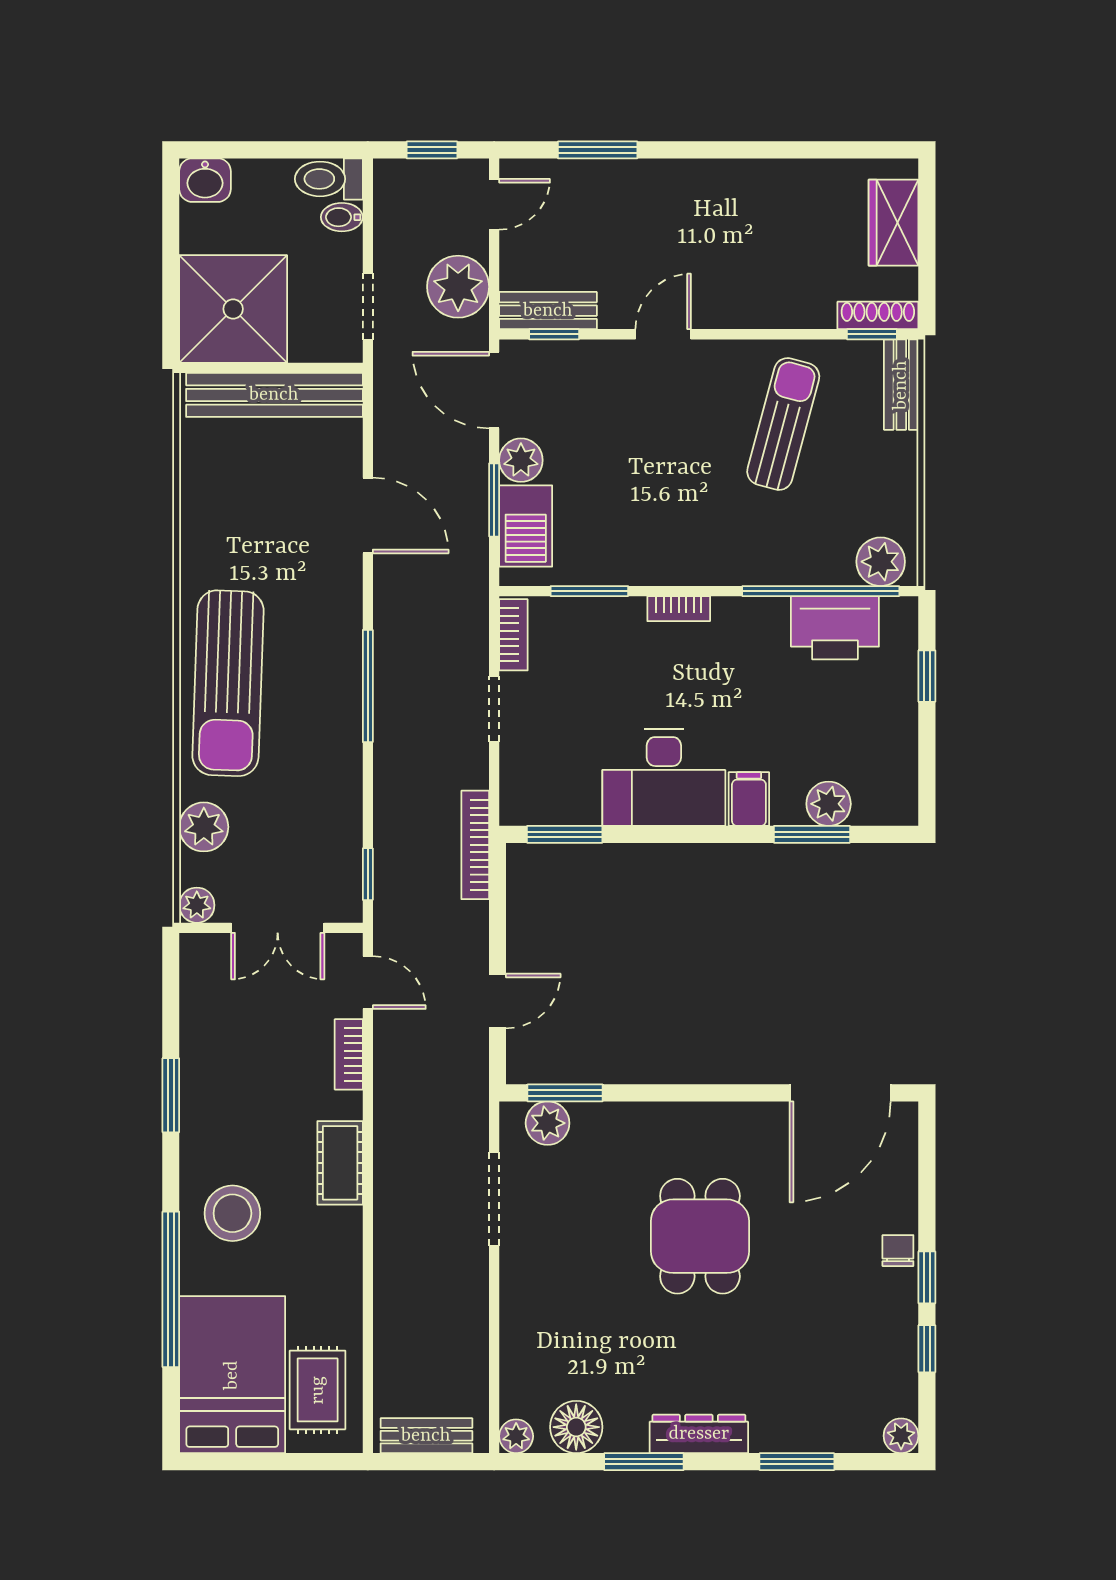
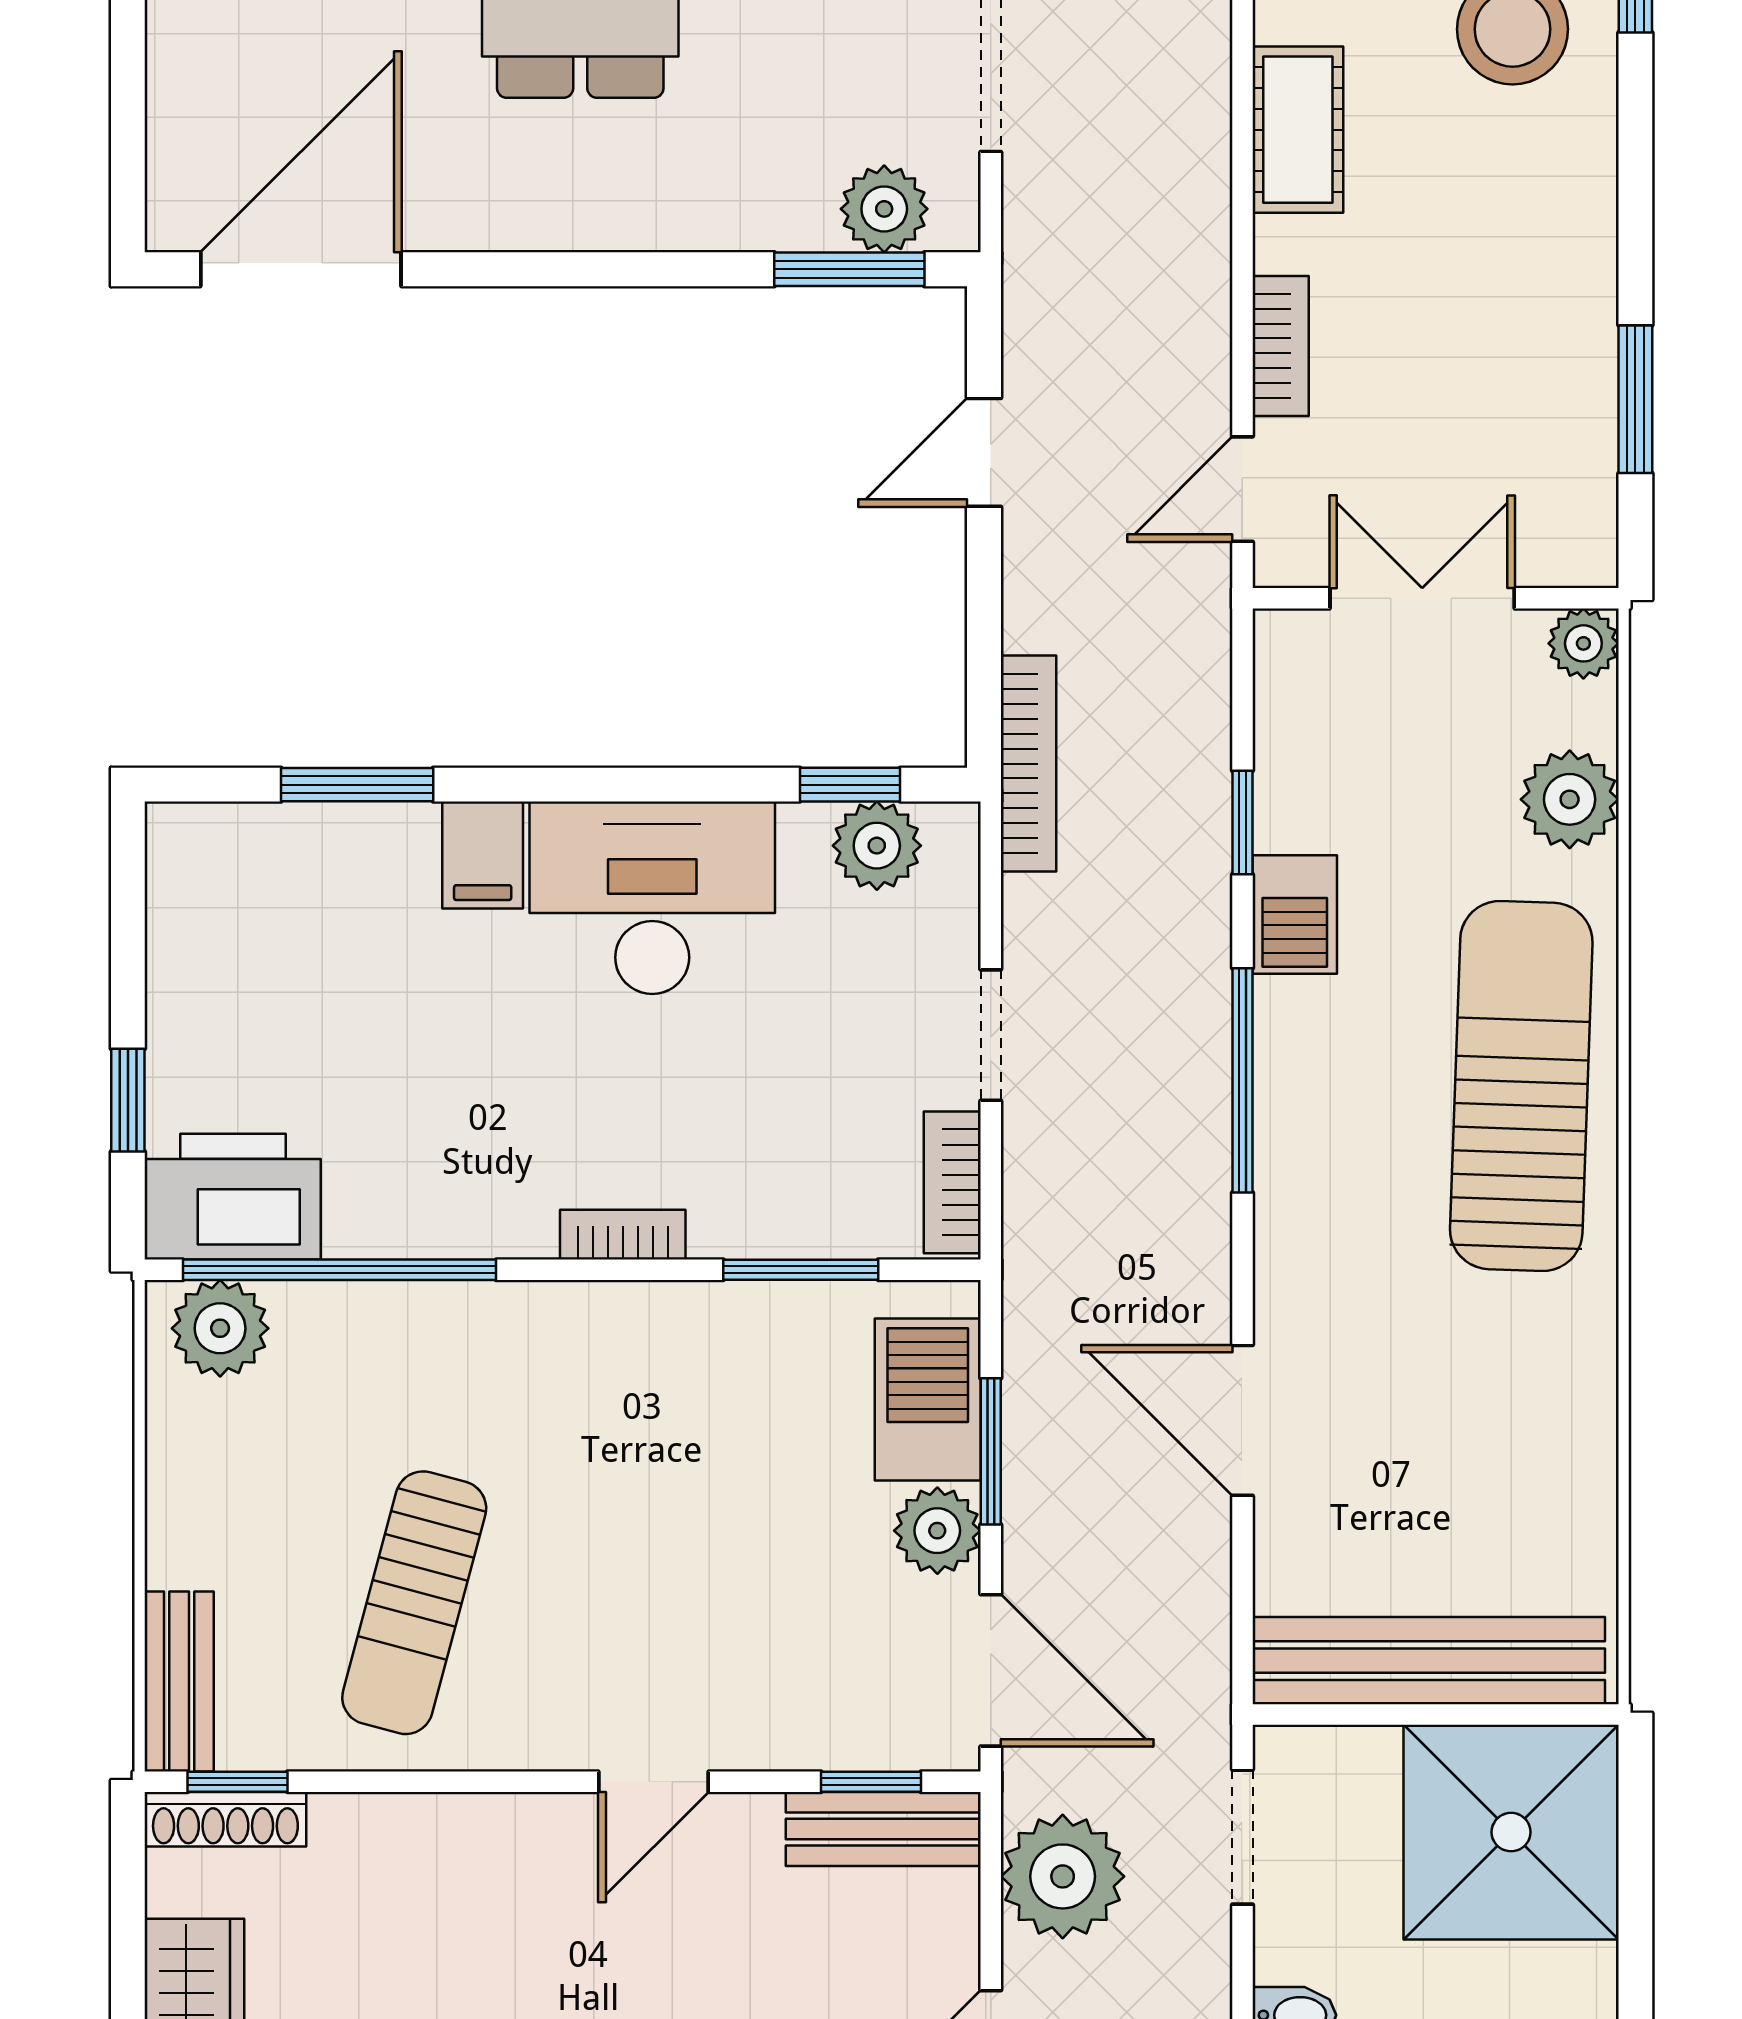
printer: (835, 628) -> (233, 1197), moved
barbecue: (342, 769) -> (1295, 915), added
plant: (829, 804) -> (877, 846), moved
window: (565, 834) -> (850, 785), width x0.67
window: (368, 874) -> (1242, 822), moved
door: (368, 983) -> (1242, 489), hinge flipped
window: (171, 1095) -> (1635, 399), moved

